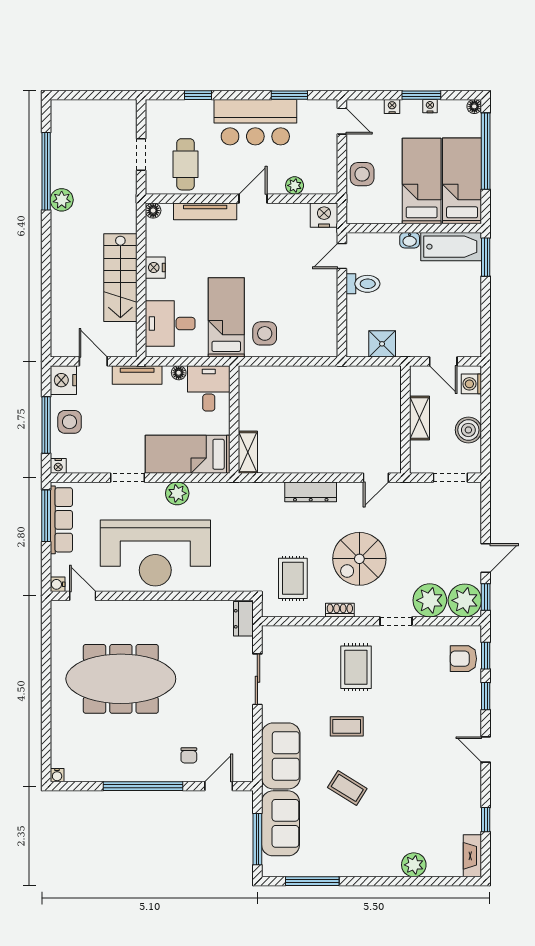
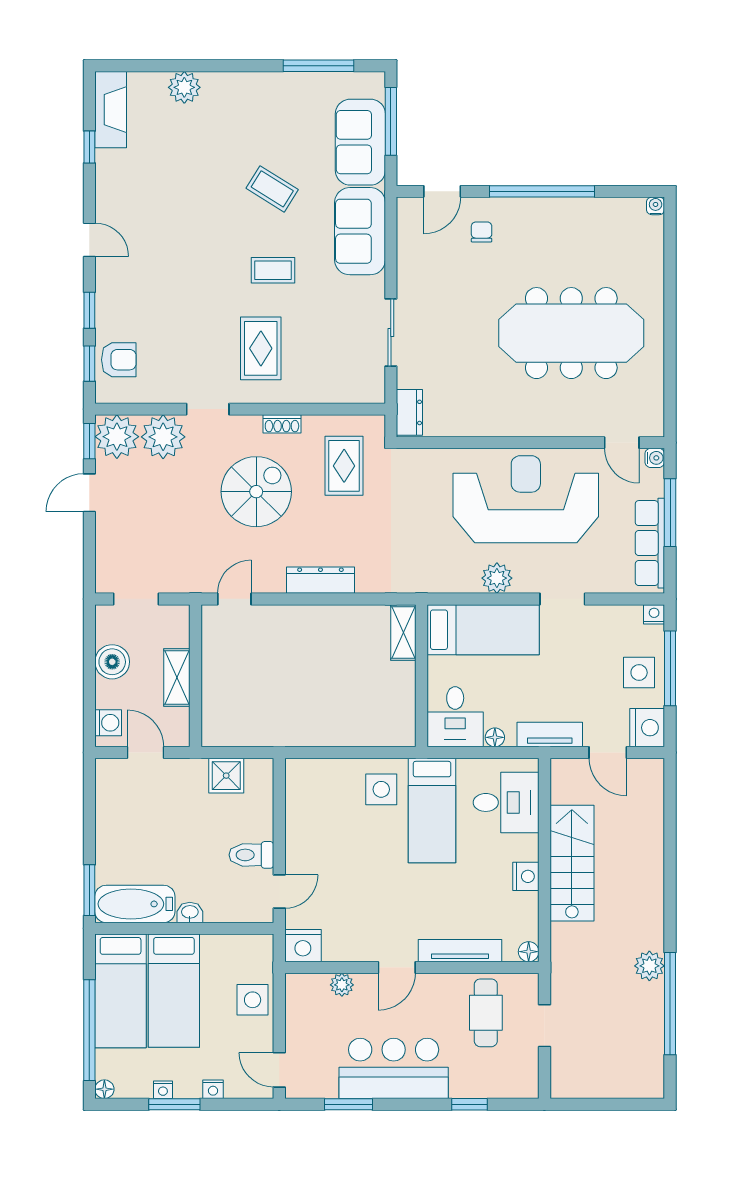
window: (46, 516) -> (670, 513), moved
fireplace: (472, 856) -> (111, 110), width x1.37, depth x1.32

